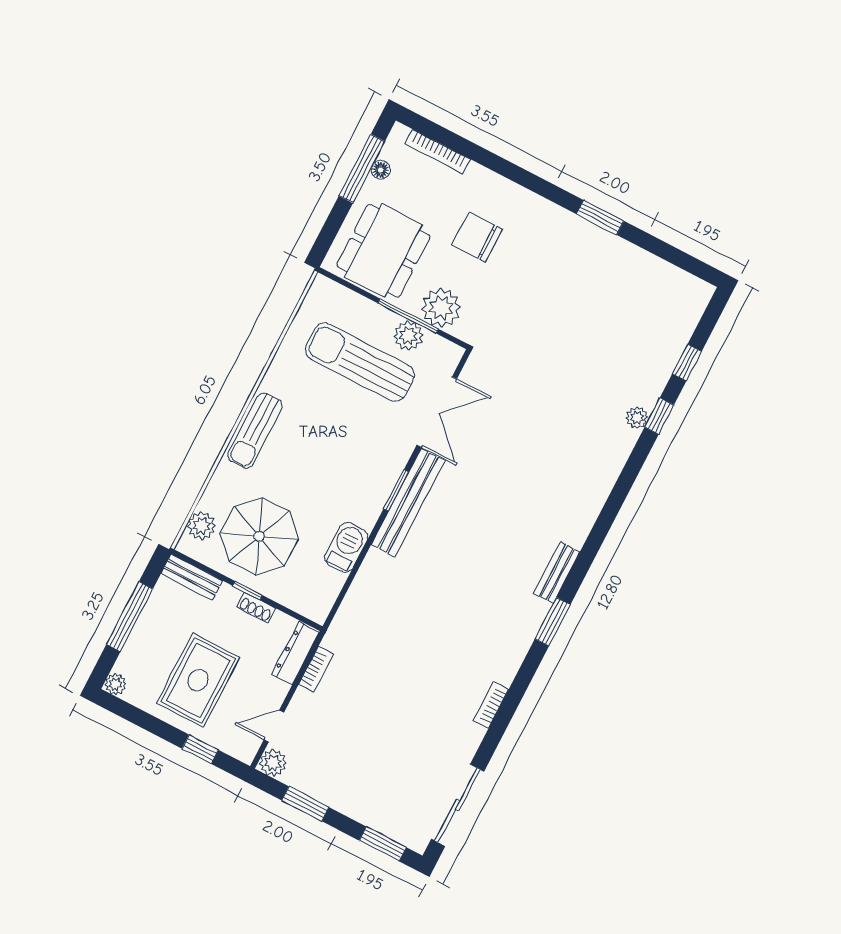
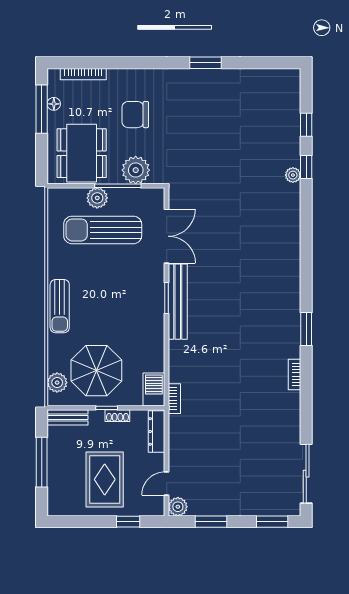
plant: (408, 336) -> (97, 198), moved
barbecue: (346, 547) -> (154, 389), moved
bench: (557, 573) -> (293, 297), removed
bookcase: (316, 669) -> (174, 399), moved
plant: (116, 684) -> (55, 509), removed
bookcase: (491, 705) -> (294, 374), moved

